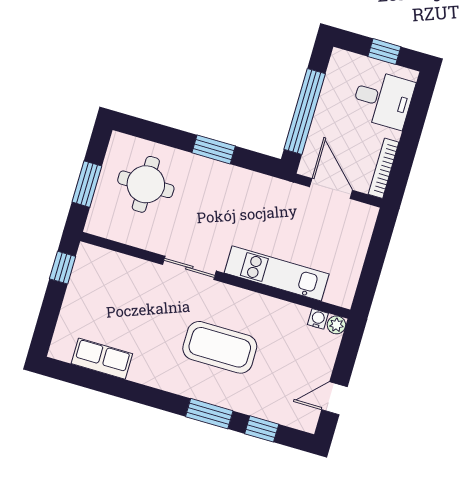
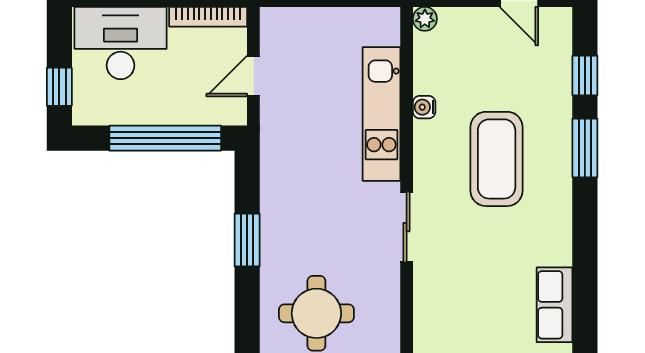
window: (384, 52) -> (59, 87), moved
desk: (383, 99) -> (121, 43), width x1.37
door: (331, 189) -> (253, 76), width x0.73
water cooler: (318, 319) -> (424, 107), moved

